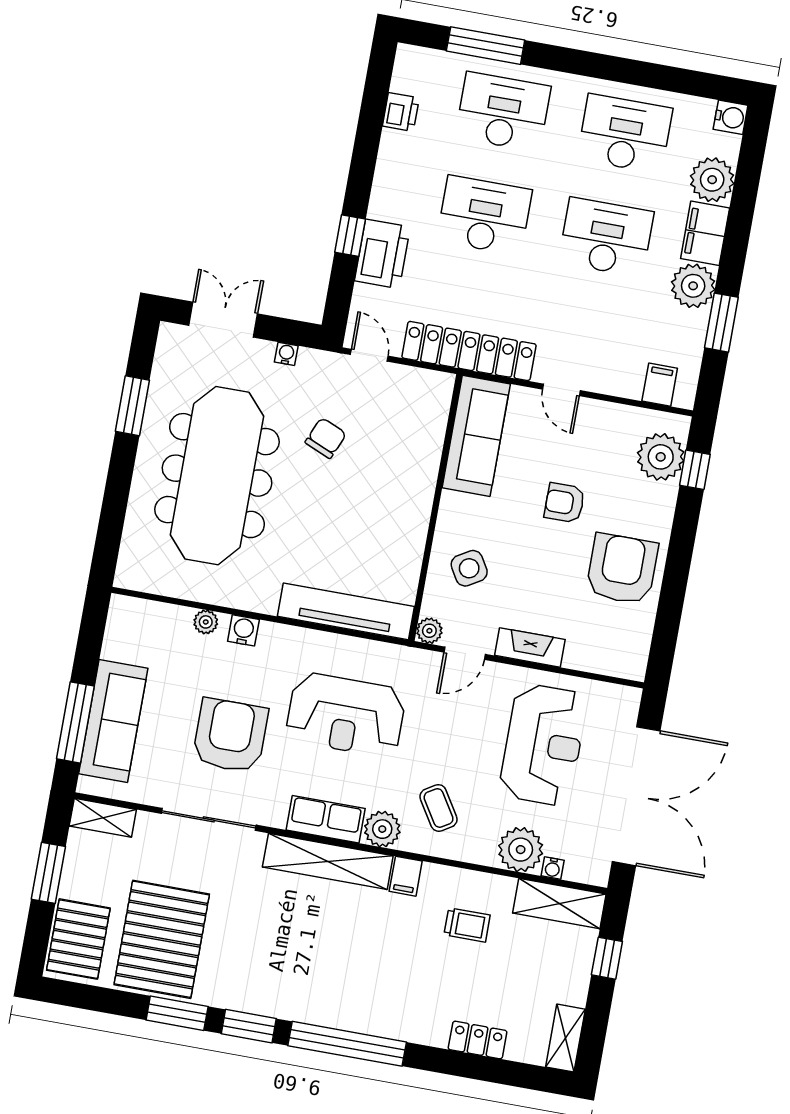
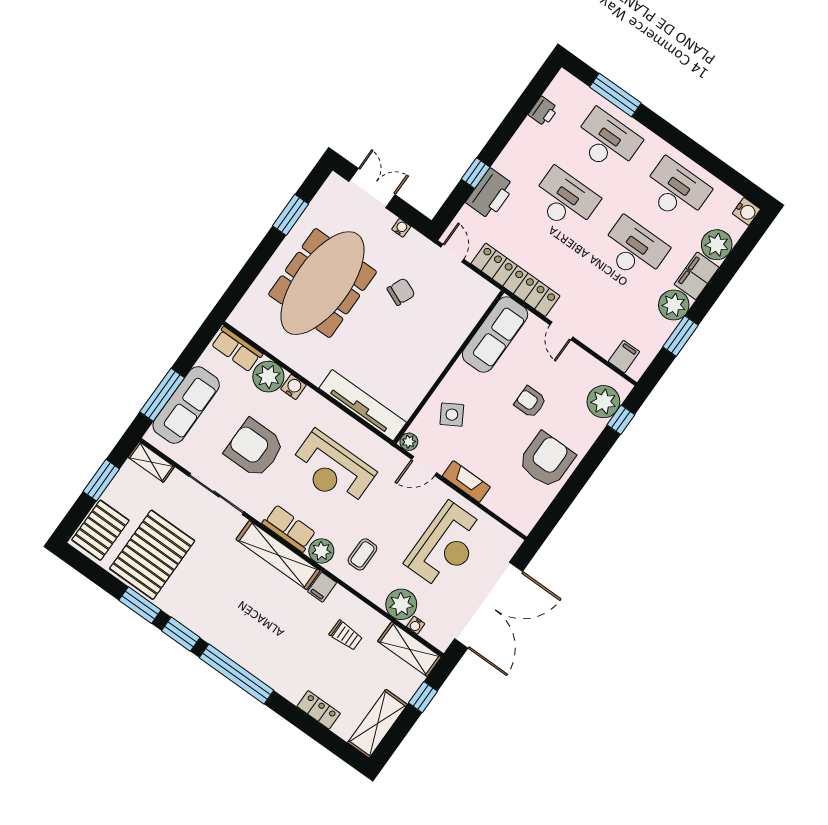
row of seats: (145, 616) -> (237, 349), added
plant: (206, 622) -> (268, 377), width x1.88, depth x1.88
armchair: (230, 736) -> (254, 448), turned -90
coffee table: (439, 808) -> (362, 554), turned 32
shelving: (565, 1038) -> (377, 724), width x1.50, depth x1.33

